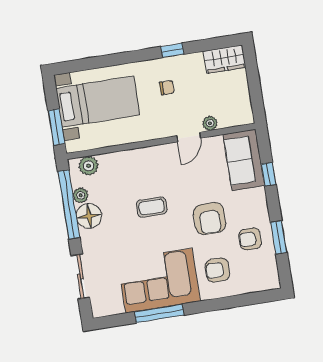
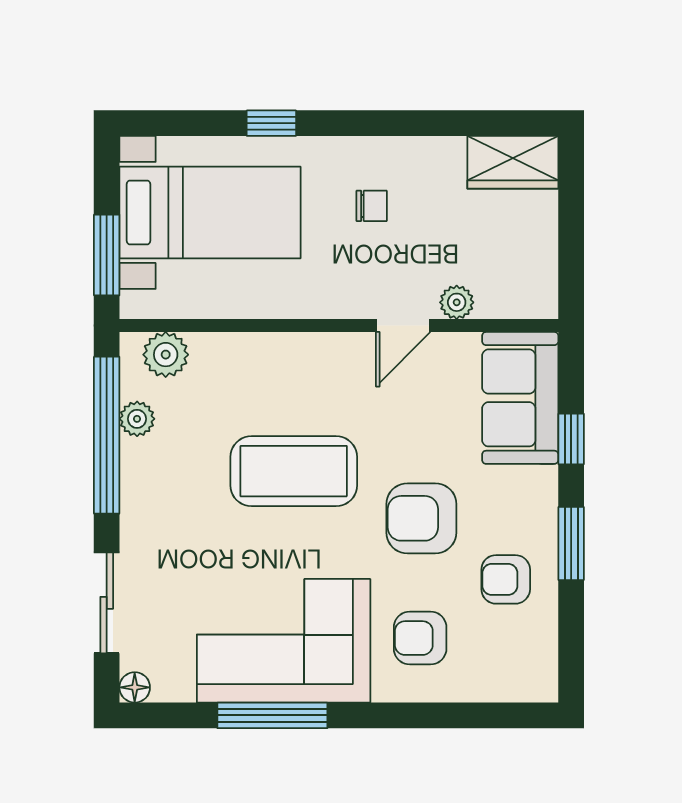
window: (172, 50) -> (271, 123), moved
coffee table: (152, 207) -> (294, 471), width x1.86, depth x1.72
floor lamp: (89, 216) -> (135, 687), moved, width x0.53, depth x0.53
armchair: (210, 218) -> (421, 518), turned 90
window: (279, 237) -> (571, 543), moved

